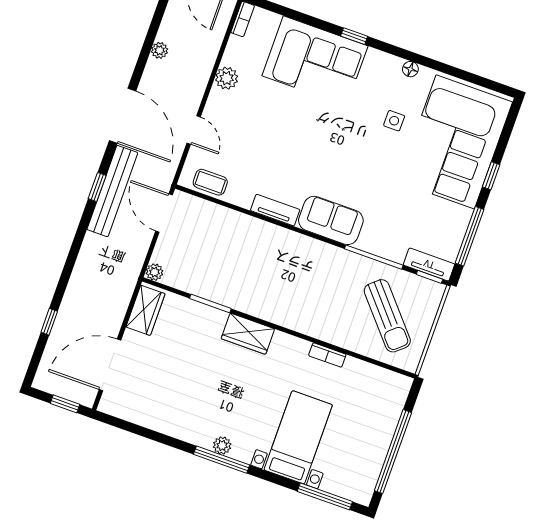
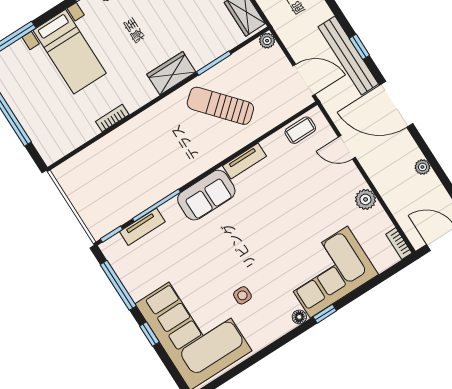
floor lamp: (410, 69) -> (299, 317), moved
tv unit: (429, 264) -> (142, 227), moved
sun lounger: (387, 316) -> (220, 106), moved

